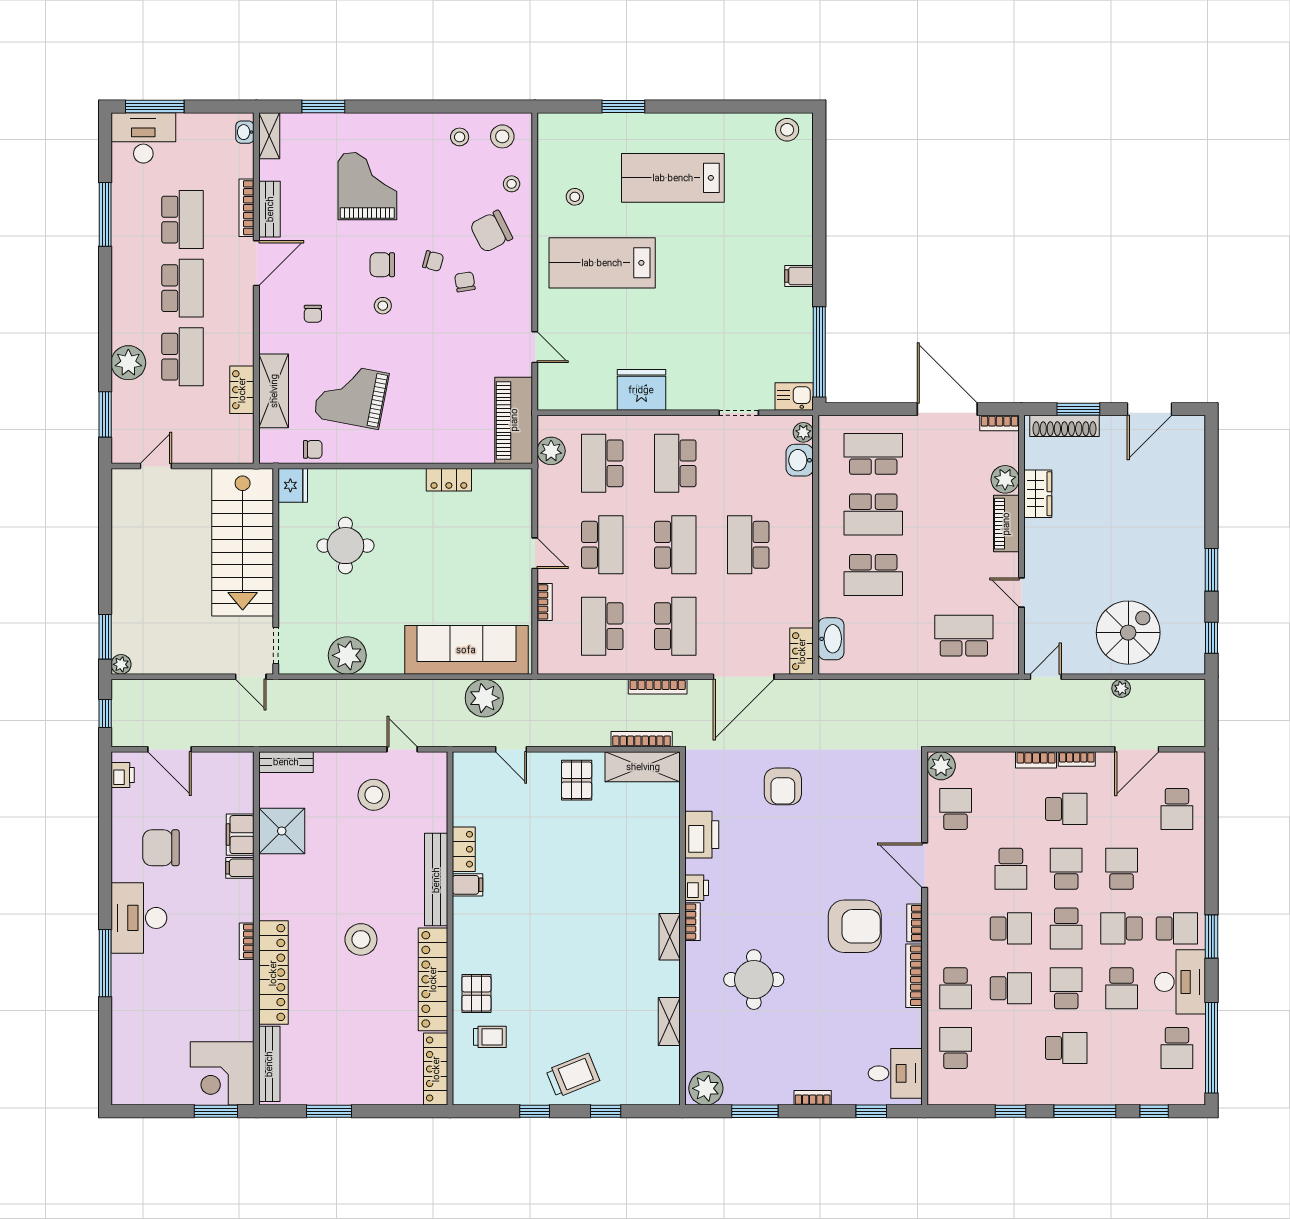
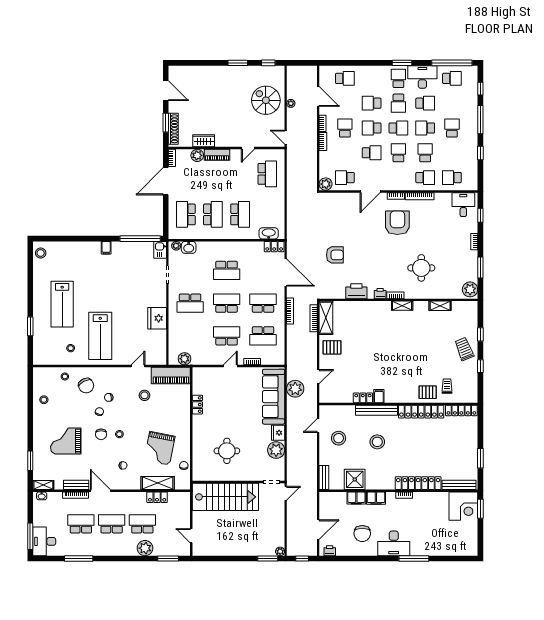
stool: (502, 136) -> (144, 395), moved
school desk: (602, 463) -> (190, 336), removed
fridge: (293, 485) -> (278, 433), moved, turned -90
school desk: (964, 636) -> (267, 174), turned 180
filing cabinet: (240, 868) -> (376, 498), width x2.00
stool: (361, 939) -> (377, 442), moved

